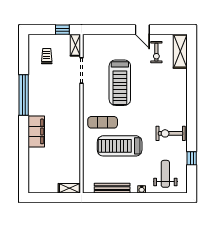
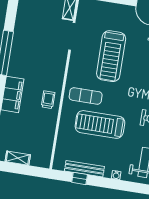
trolley: (47, 56) -> (48, 100), moved
shelving: (69, 188) -> (18, 158), moved
window: (109, 198) -> (80, 178), added

